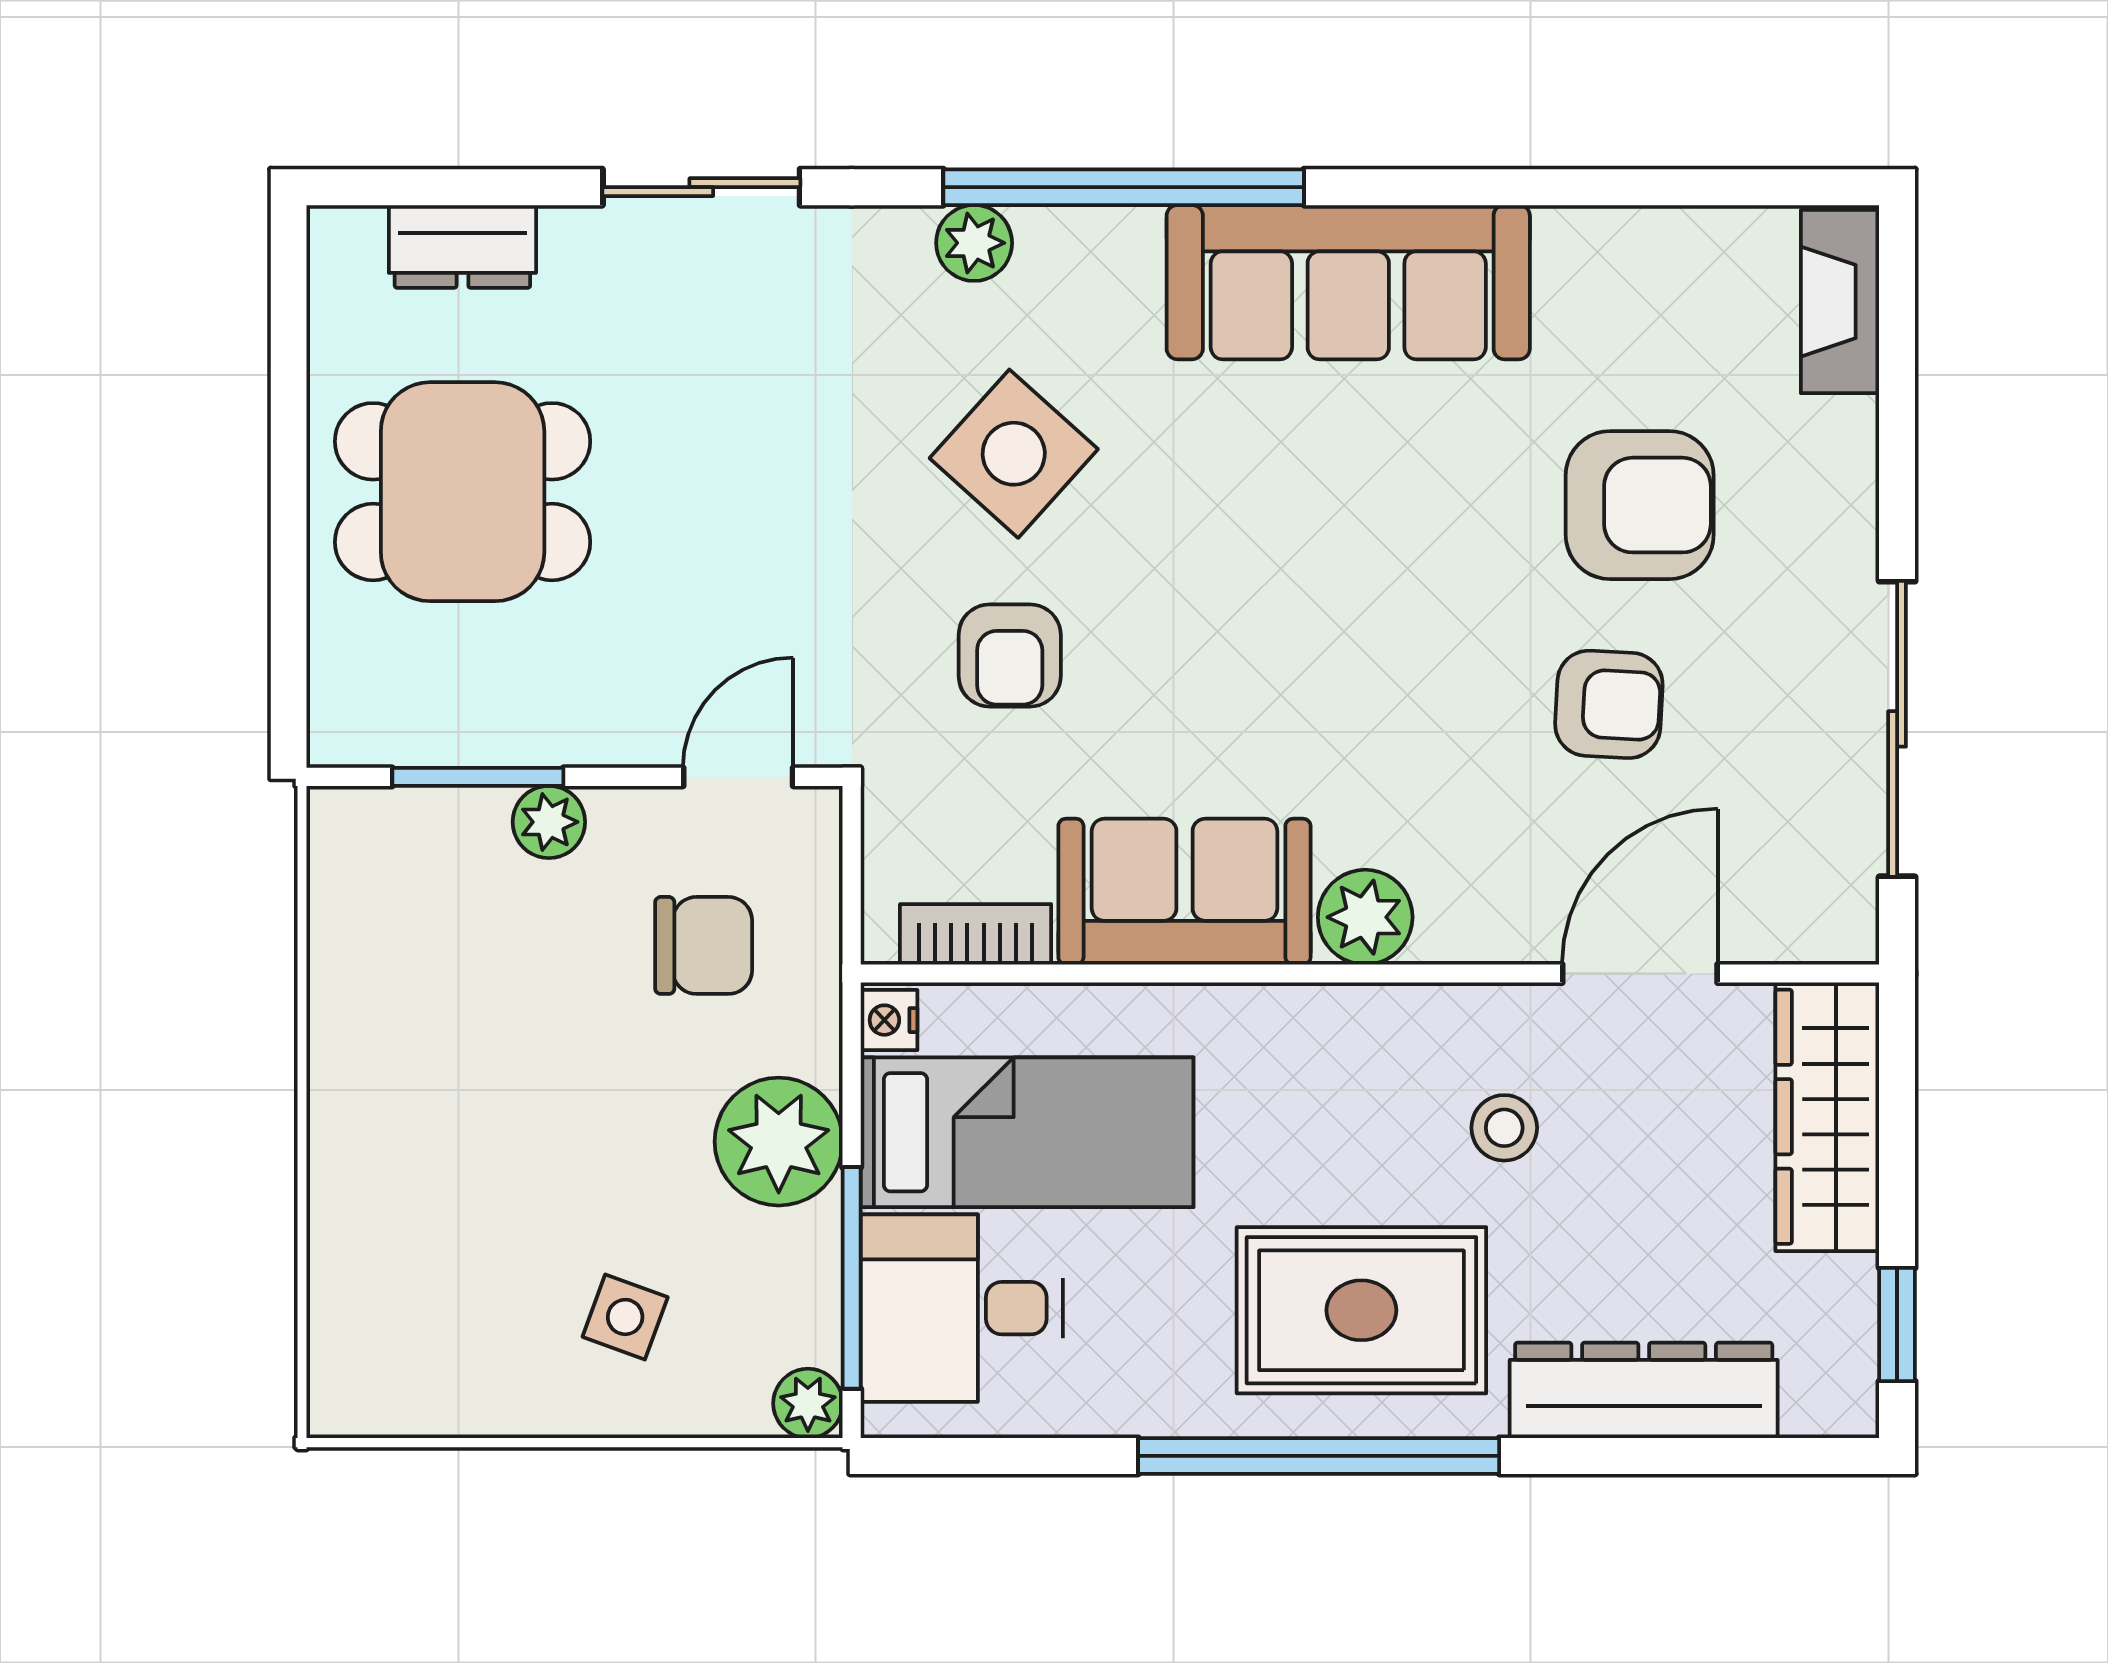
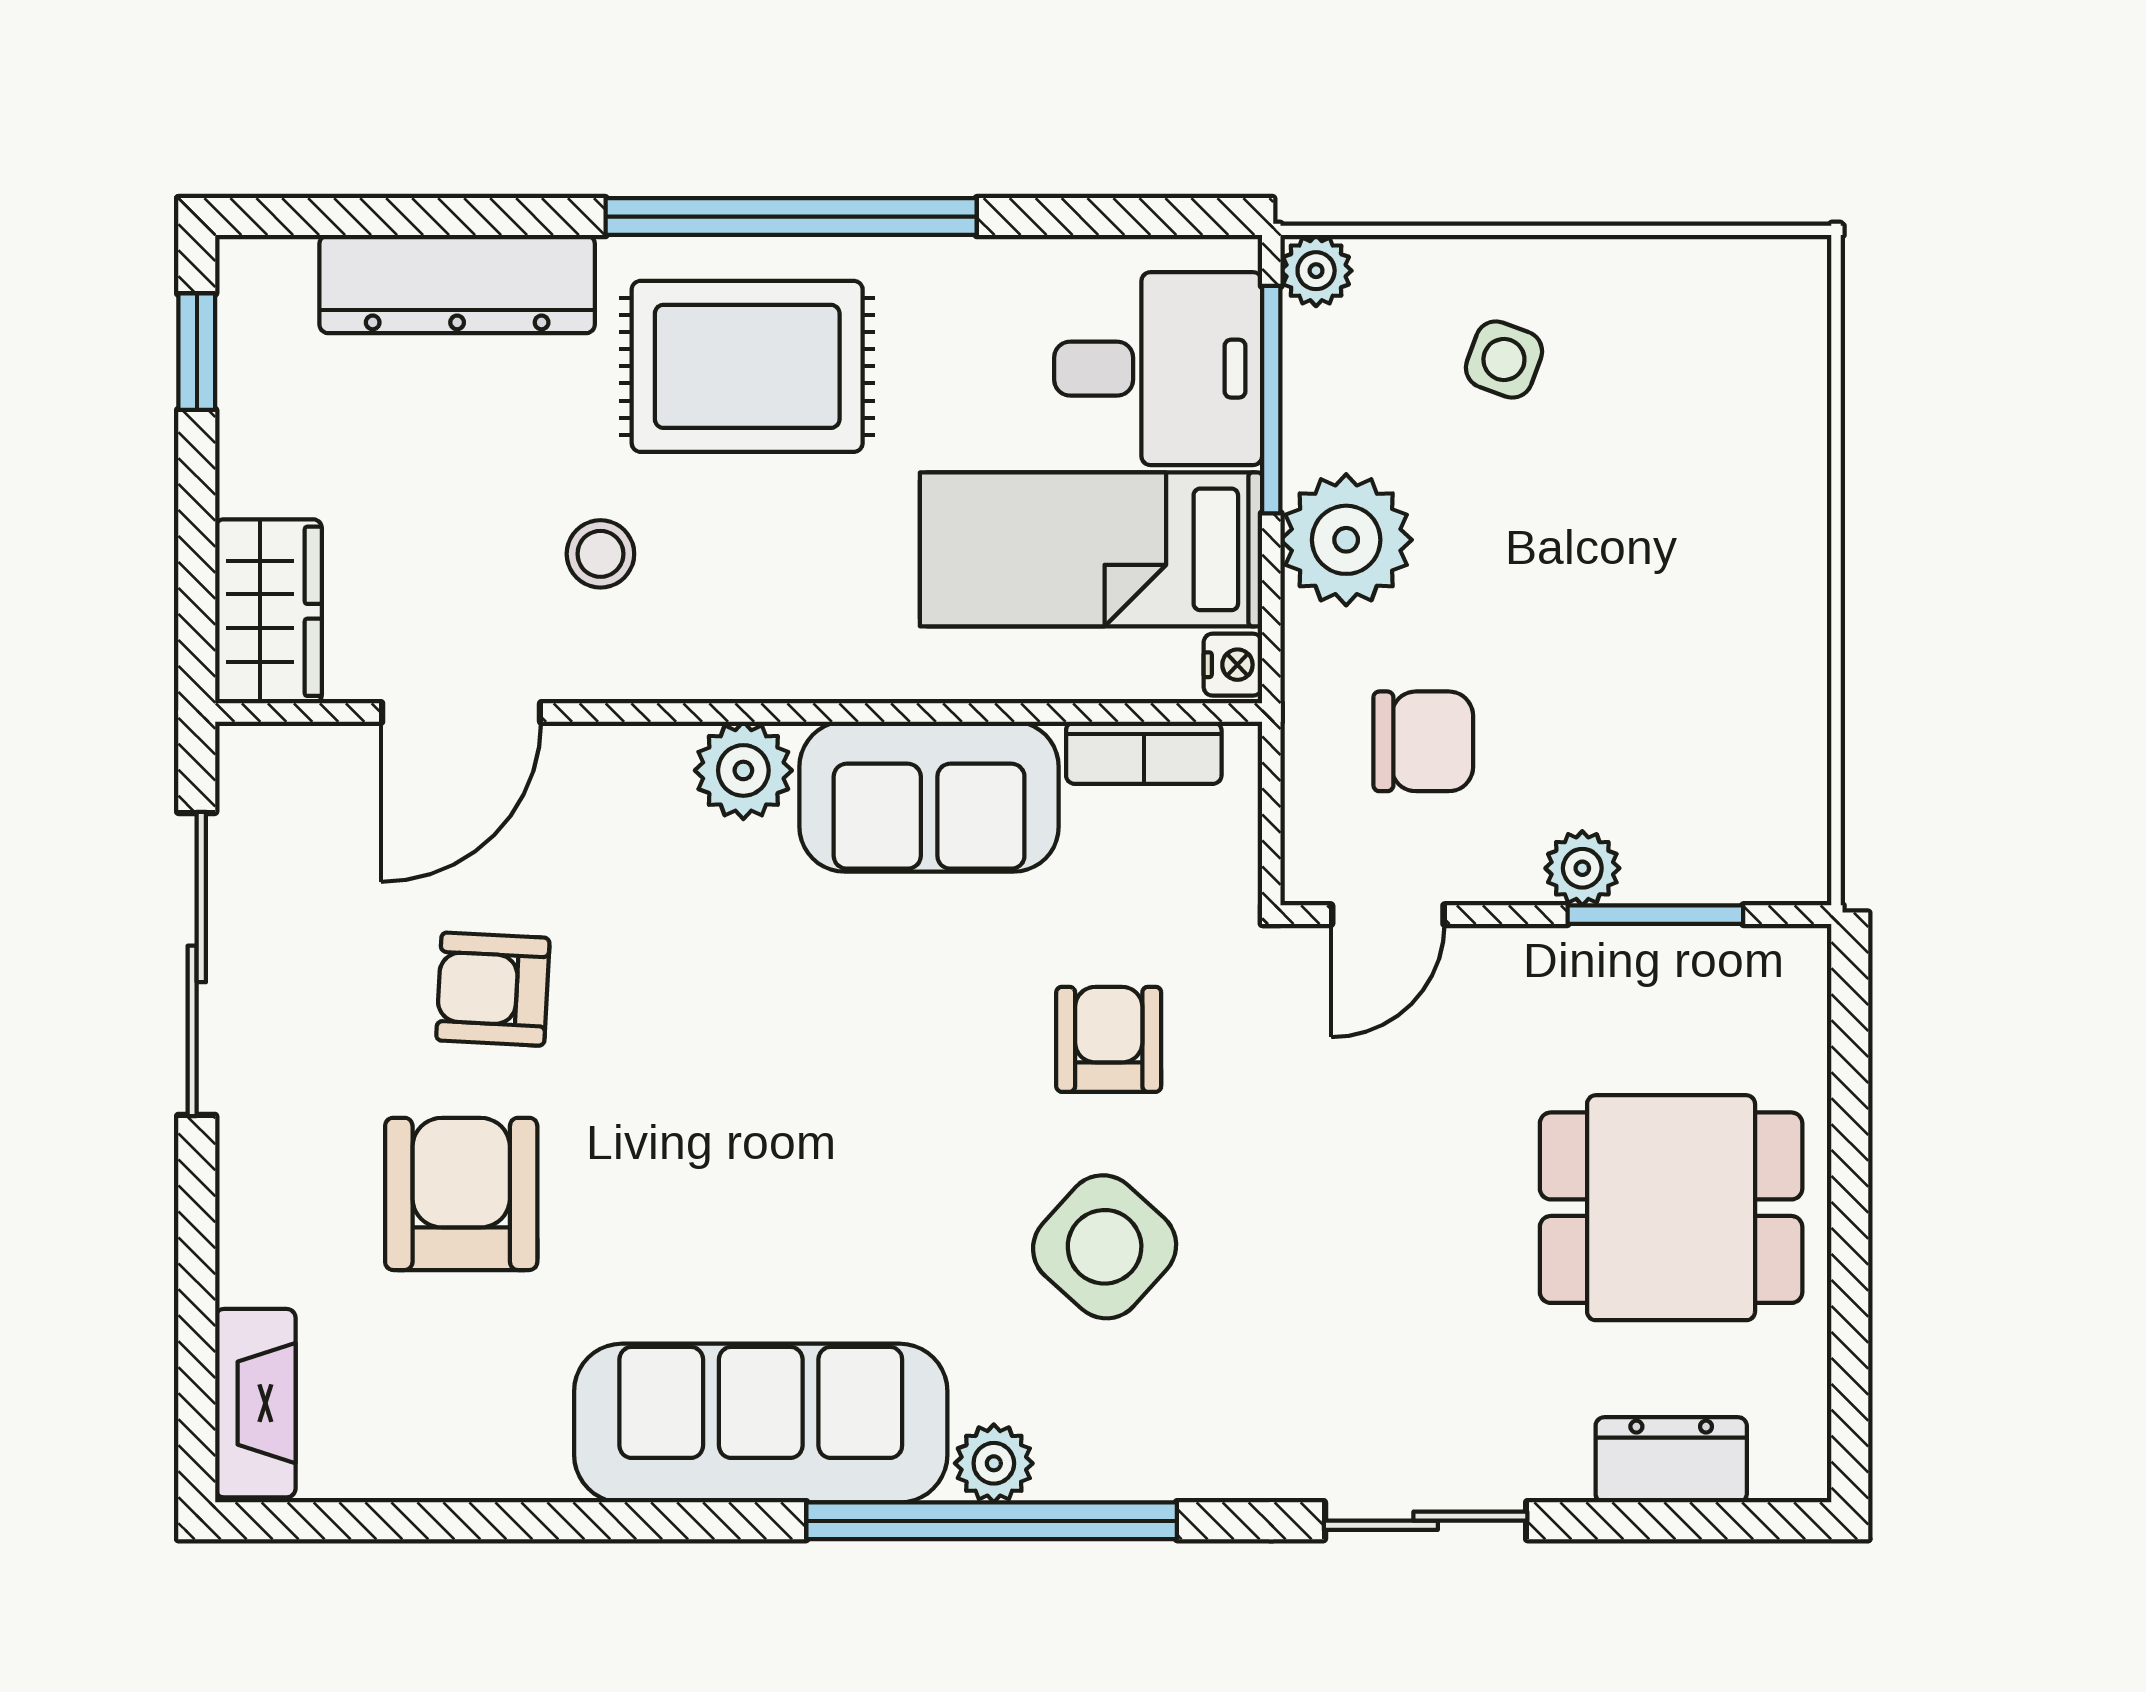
plant: (974, 243) -> (994, 1463), moved
armchair: (1640, 505) -> (461, 1194), turned 90
chair: (704, 945) -> (1423, 741), turned 180
wardrobe: (1827, 1117) -> (268, 611), width x0.67

